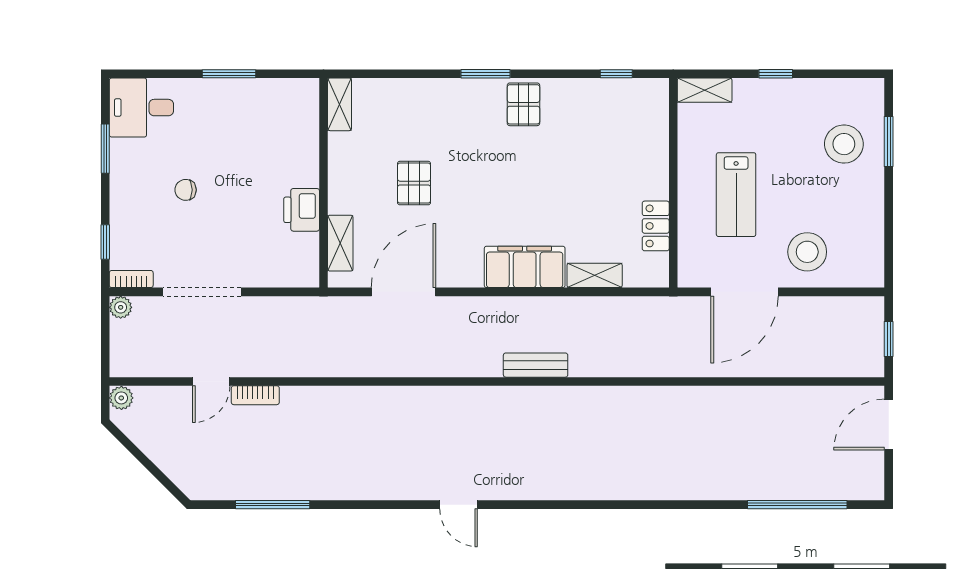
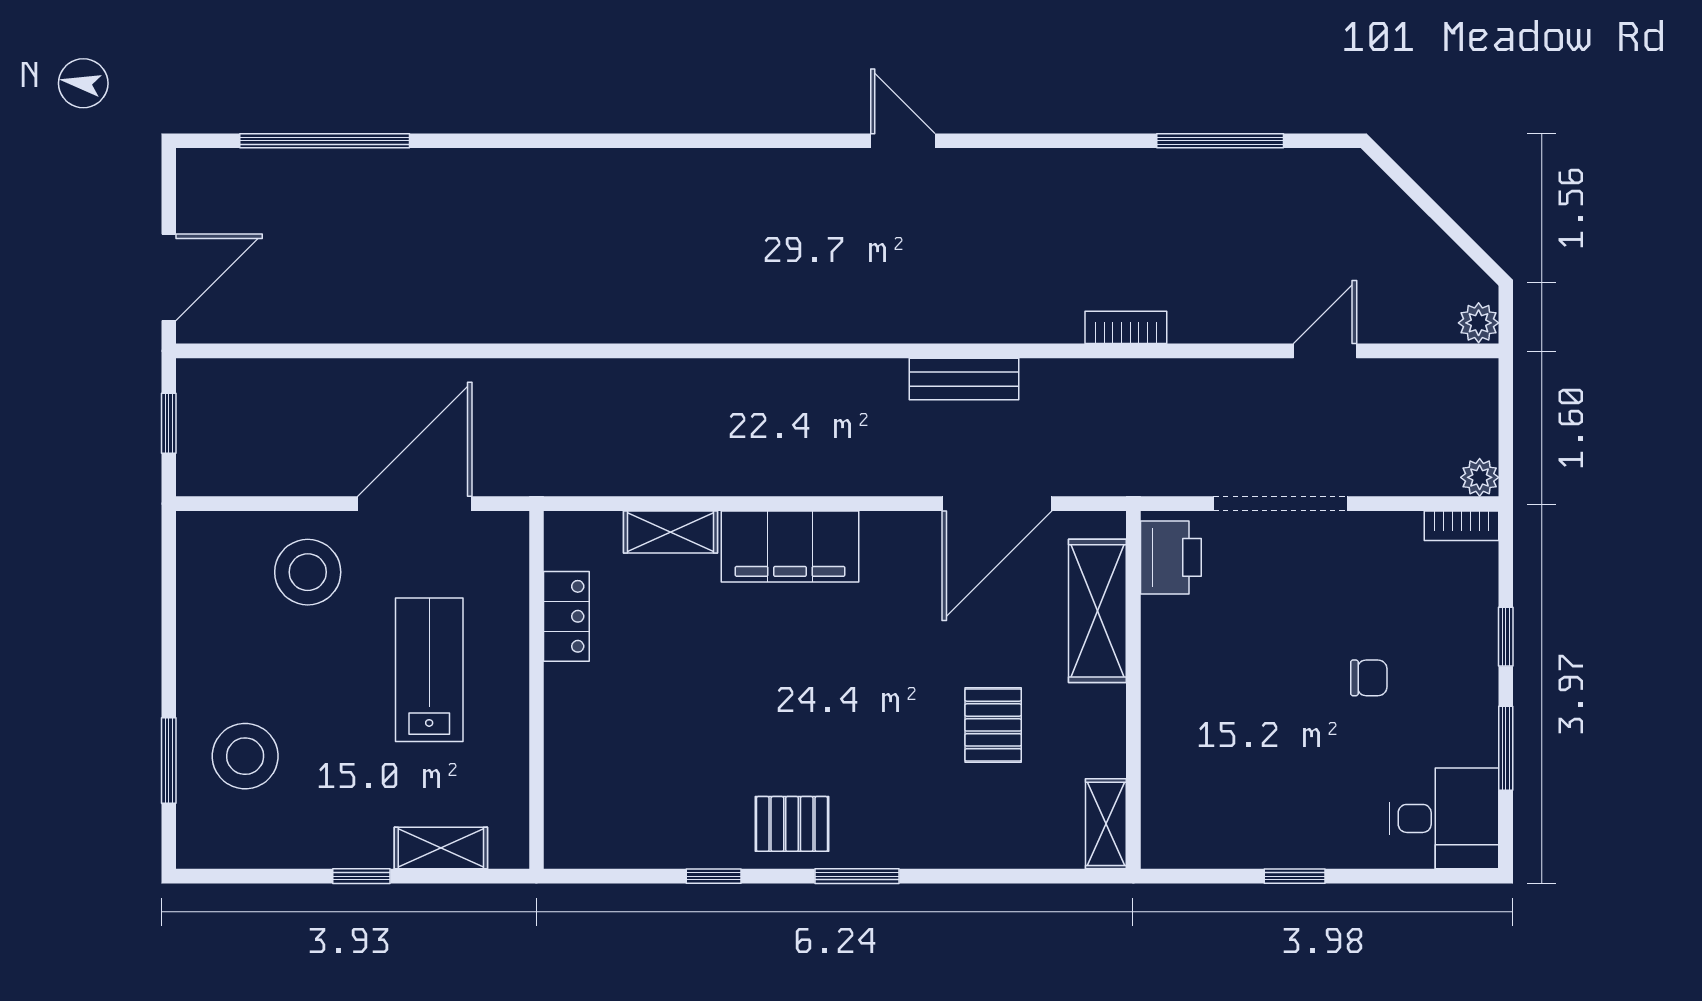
window: (229, 74) -> (1295, 876), width x0.67
window: (616, 74) -> (714, 876), moved
shelving: (705, 90) -> (441, 848), moved
pallet: (523, 104) -> (792, 824), turned 90
pallet: (414, 183) -> (993, 725), moved
printer: (302, 210) -> (1171, 557), moved
window: (105, 242) -> (1506, 637), moved
shelving: (340, 243) -> (1097, 611), width x1.50, depth x1.33
doorway: (202, 292) -> (1280, 504), moved
bench: (536, 365) -> (964, 379), moved
bookcase: (255, 395) -> (1126, 327), moved

